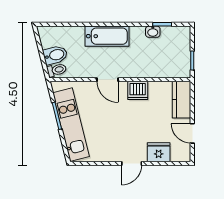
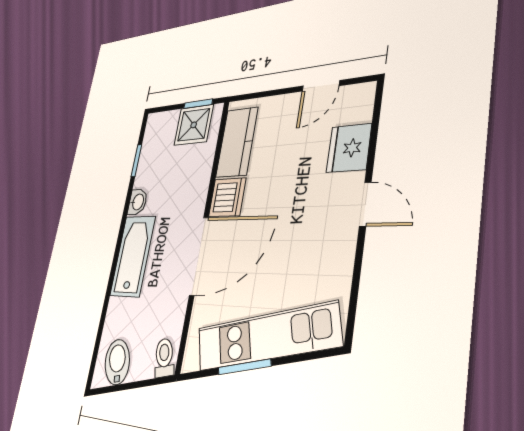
washbasin: (153, 32) -> (138, 202), moved
bidet: (55, 55) -> (117, 362), moved
shower: (180, 60) -> (194, 125), added
door: (108, 80) -> (199, 256), width x1.88
kitchen counter: (181, 100) -> (237, 142), moved, turned -90

